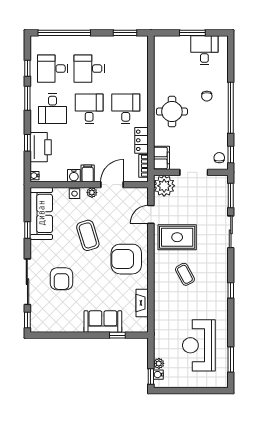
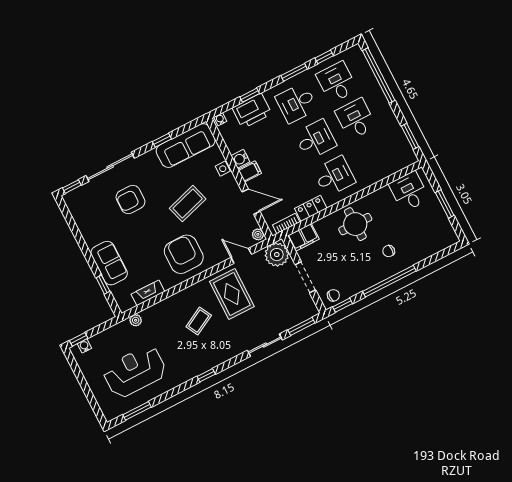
desk: (204, 50) -> (409, 192), moved, turned -90
plant: (92, 193) -> (258, 234), moved
plant: (159, 363) -> (136, 320), moved

